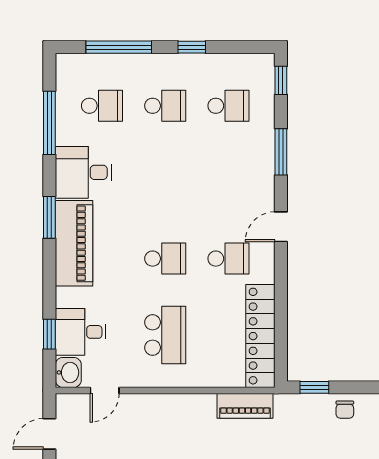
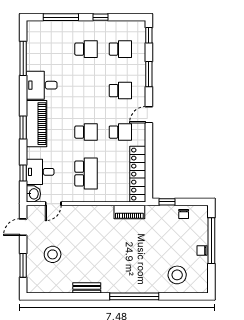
school desk: (102, 106) -> (120, 91), moved
window: (49, 217) -> (23, 128), moved

